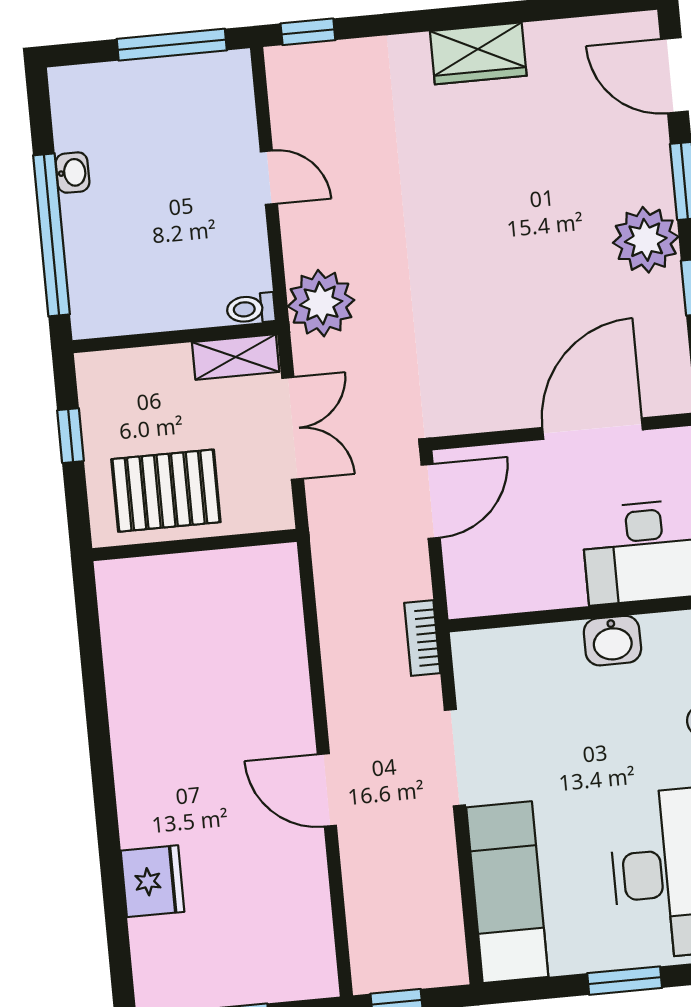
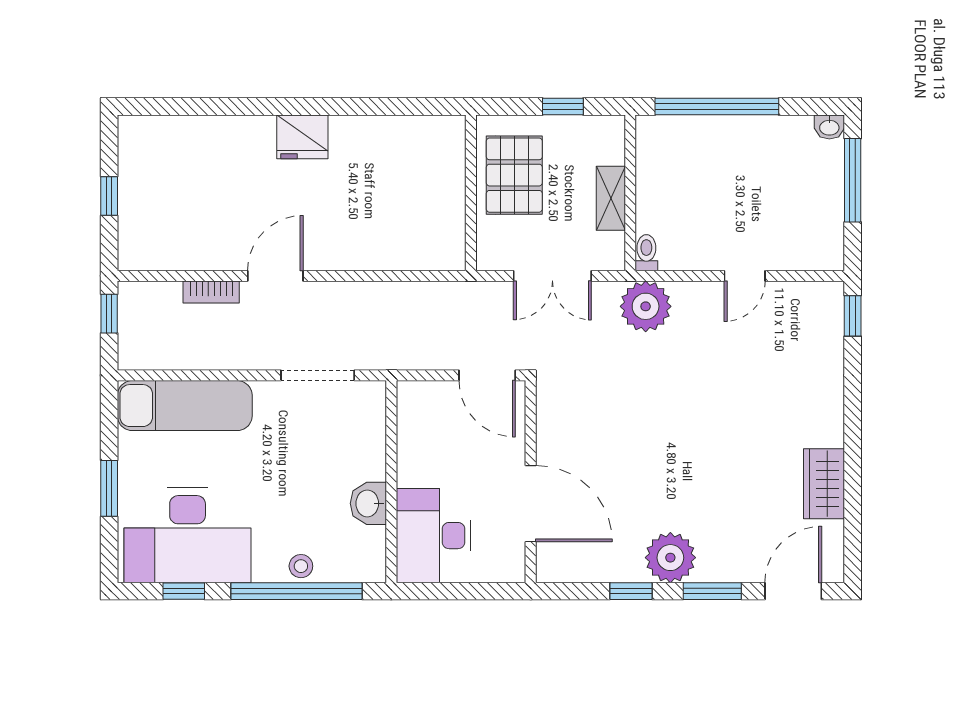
window: (172, 45) -> (853, 180), moved
wardrobe: (478, 53) -> (824, 484), moved
washbasin: (73, 173) -> (829, 127), moved
shelving: (236, 357) -> (611, 198), moved
bookcase: (422, 638) -> (211, 292), moved, turned 180
doorway: (455, 758) -> (318, 375), moved
fridge: (152, 881) -> (302, 137), moved

